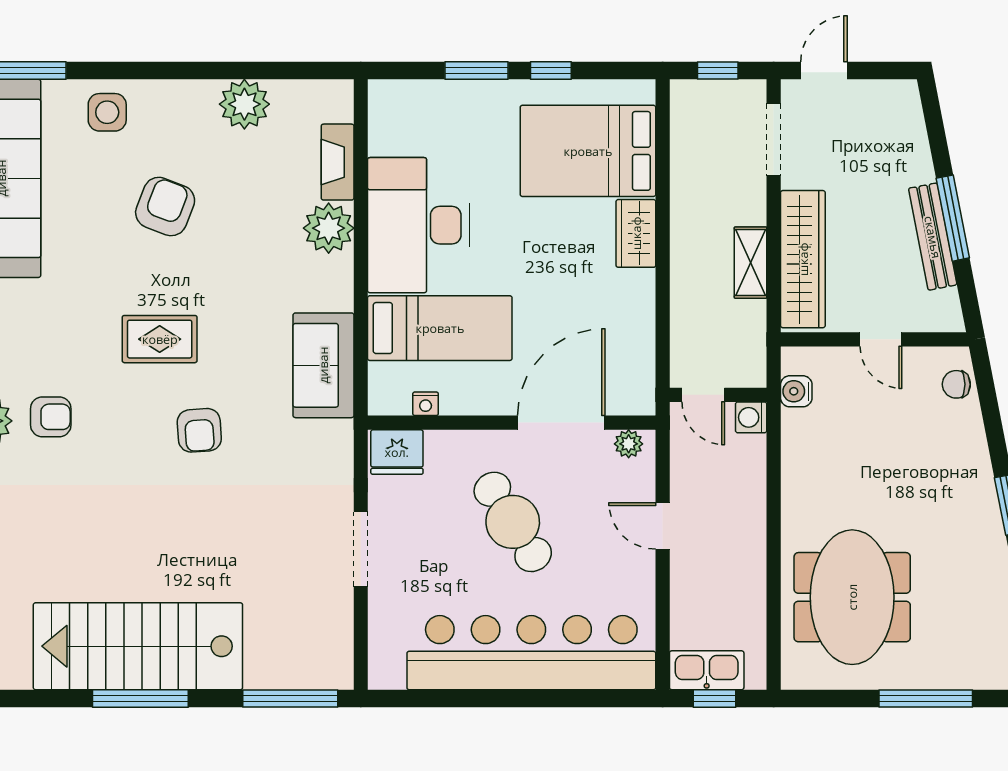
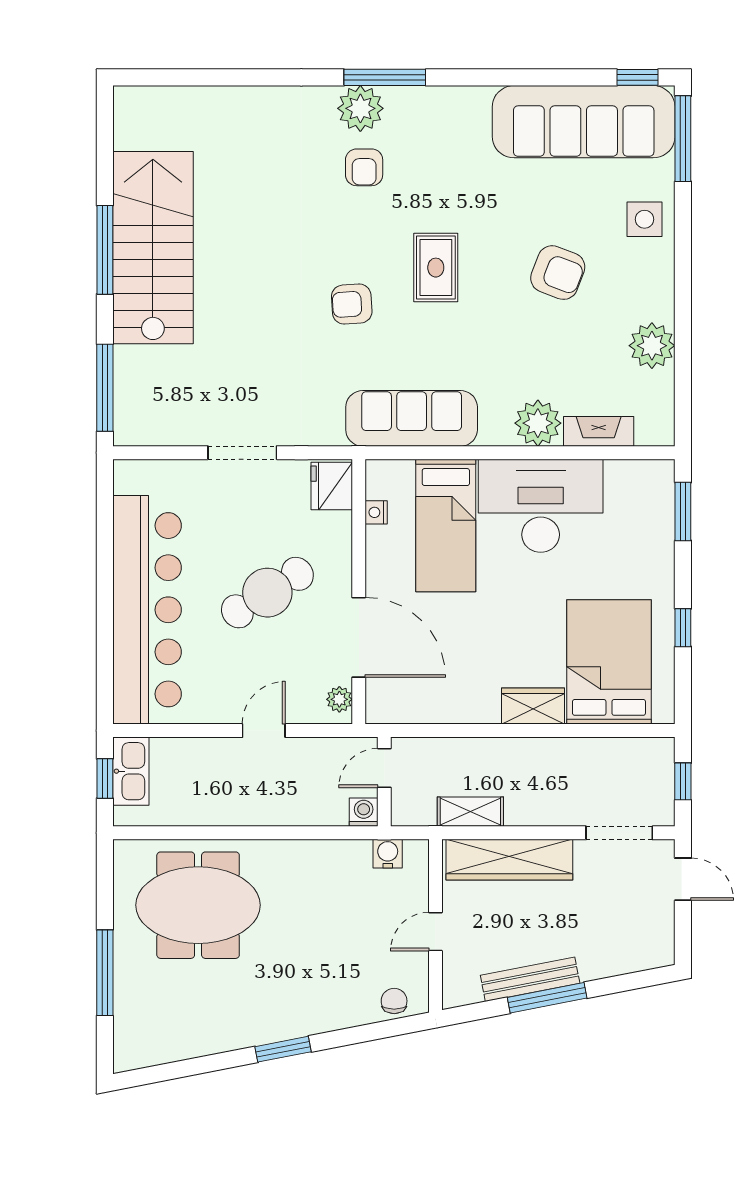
window: (477, 71) -> (683, 512), moved
shelving: (751, 263) -> (470, 812), moved
sofa: (323, 365) -> (412, 418), width x1.36

